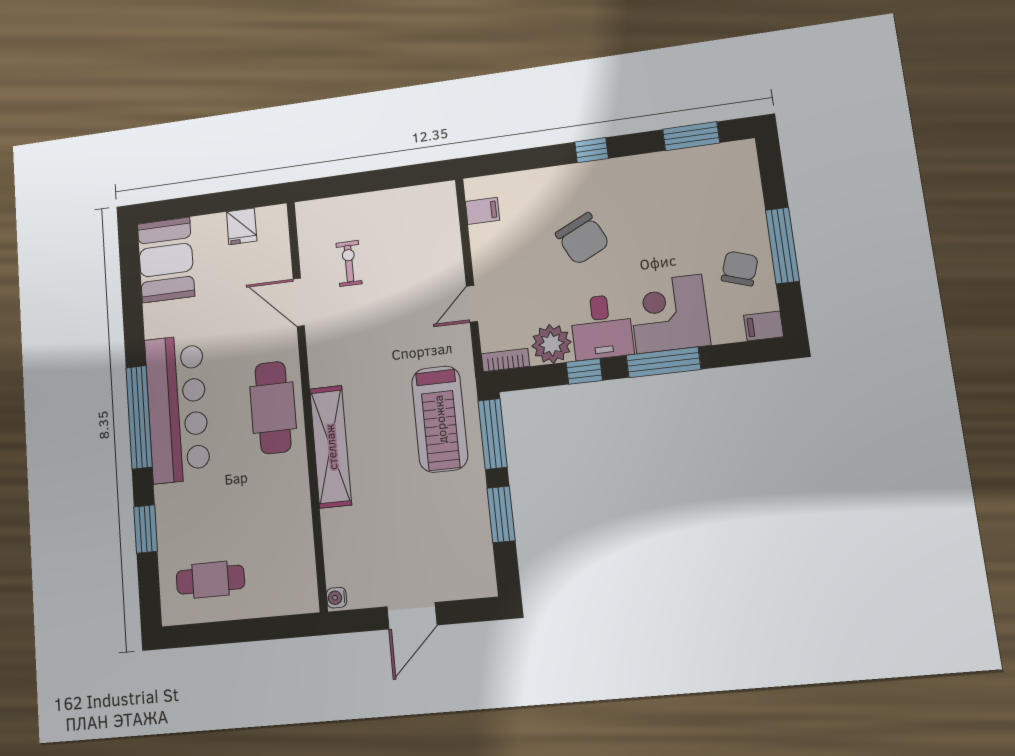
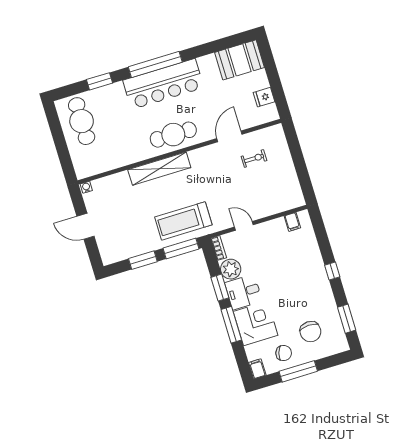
chair: (582, 239) -> (310, 332), moved, turned -66
window: (584, 371) -> (220, 288), width x1.50
cafe table: (210, 580) -> (82, 121), width x1.37, depth x1.35

